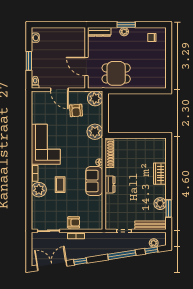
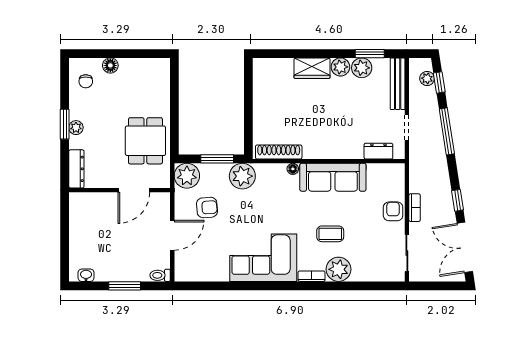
floor lamp: (162, 52) -> (110, 65), added
window: (105, 117) -> (217, 159), added
sofa: (94, 181) -> (333, 177), width x1.36
dresser: (110, 184) -> (378, 151), moved
plant: (161, 191) -> (340, 67), added

